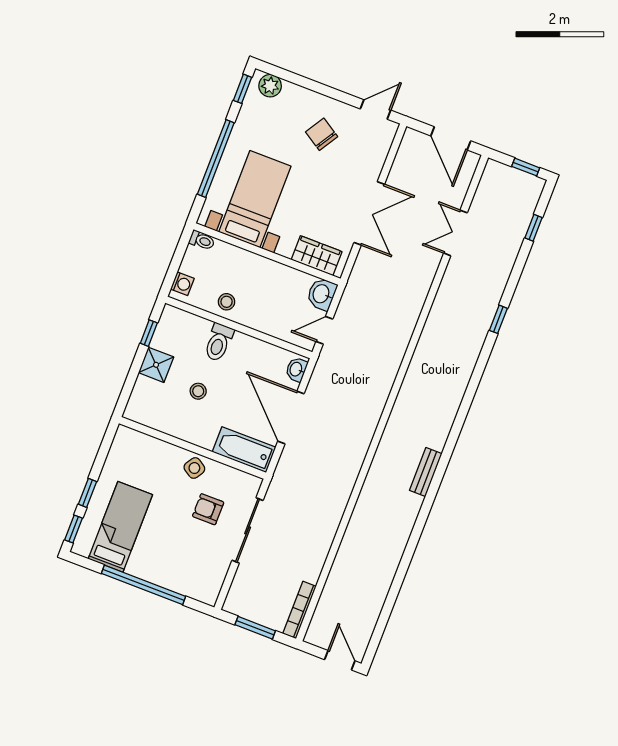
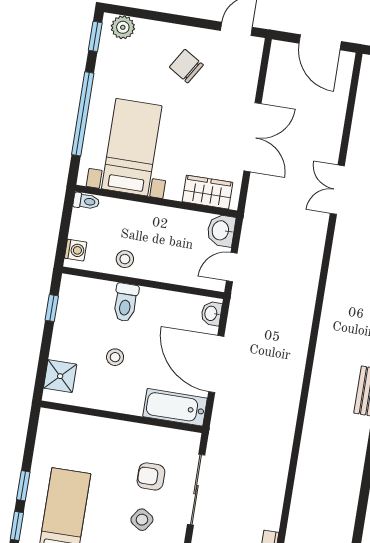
double door: (455, 233) -> (337, 190), moved
shower: (156, 365) -> (60, 376), moved
side table: (194, 468) -> (142, 520), moved

